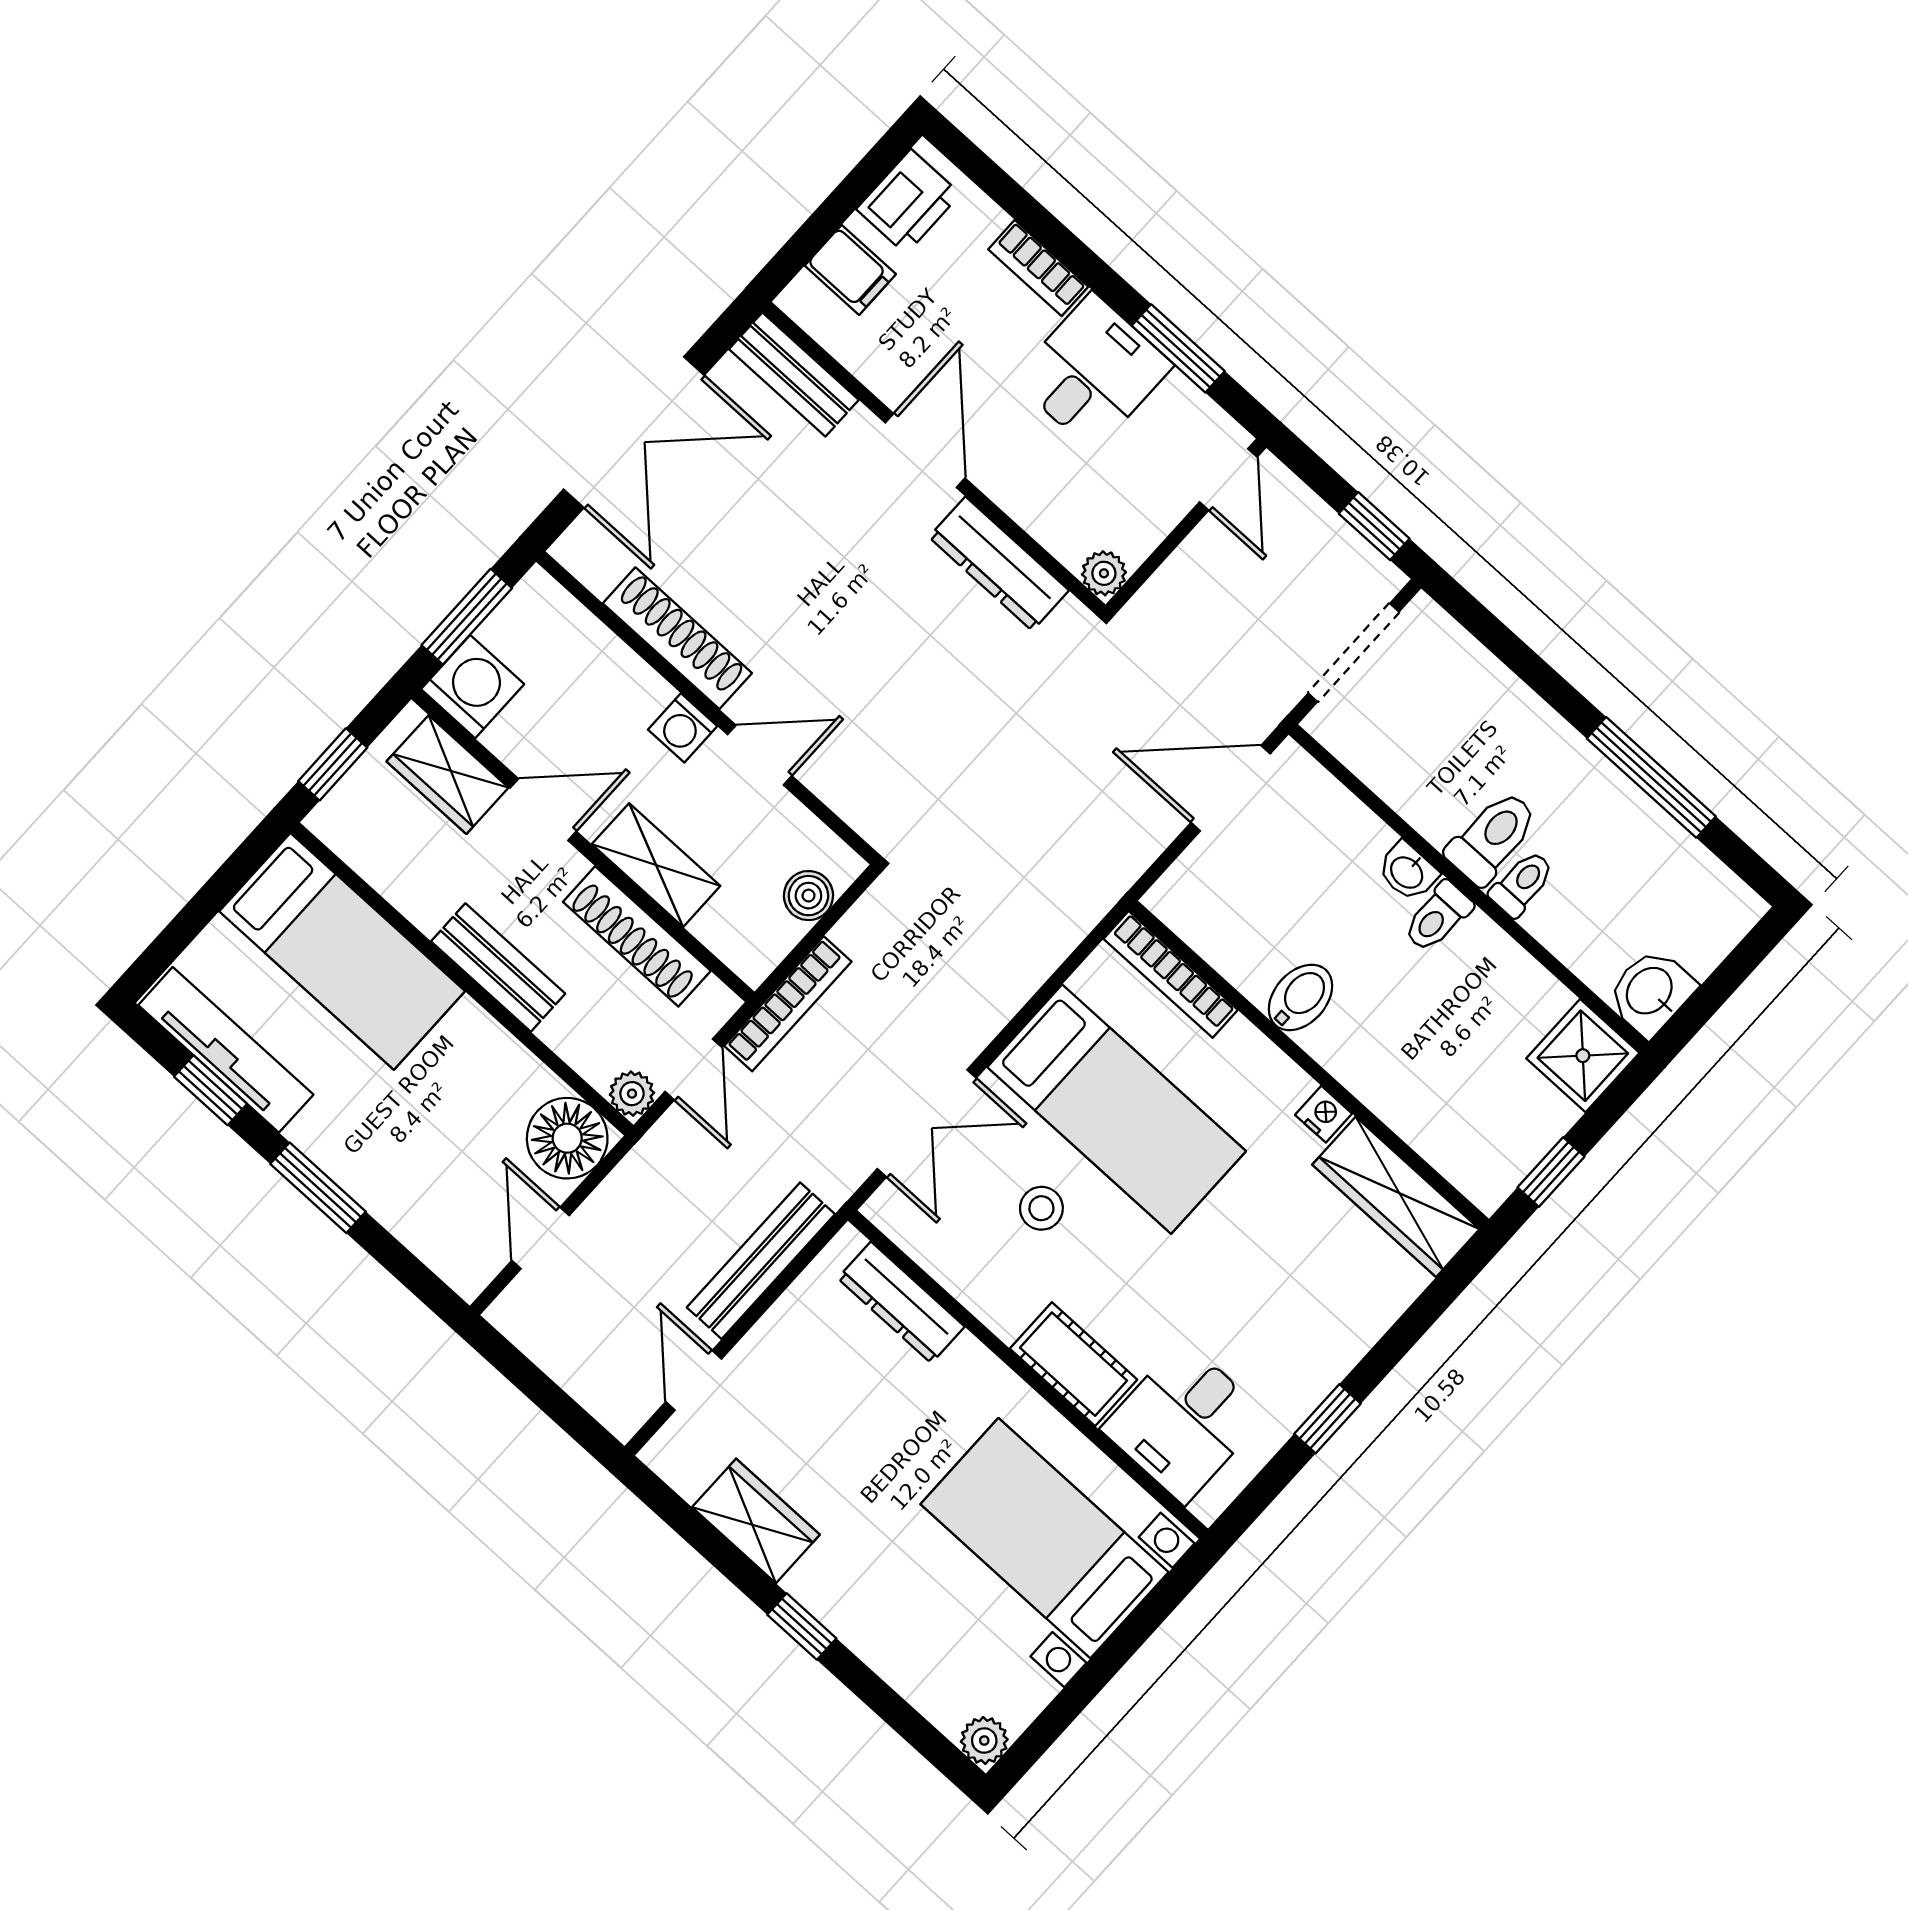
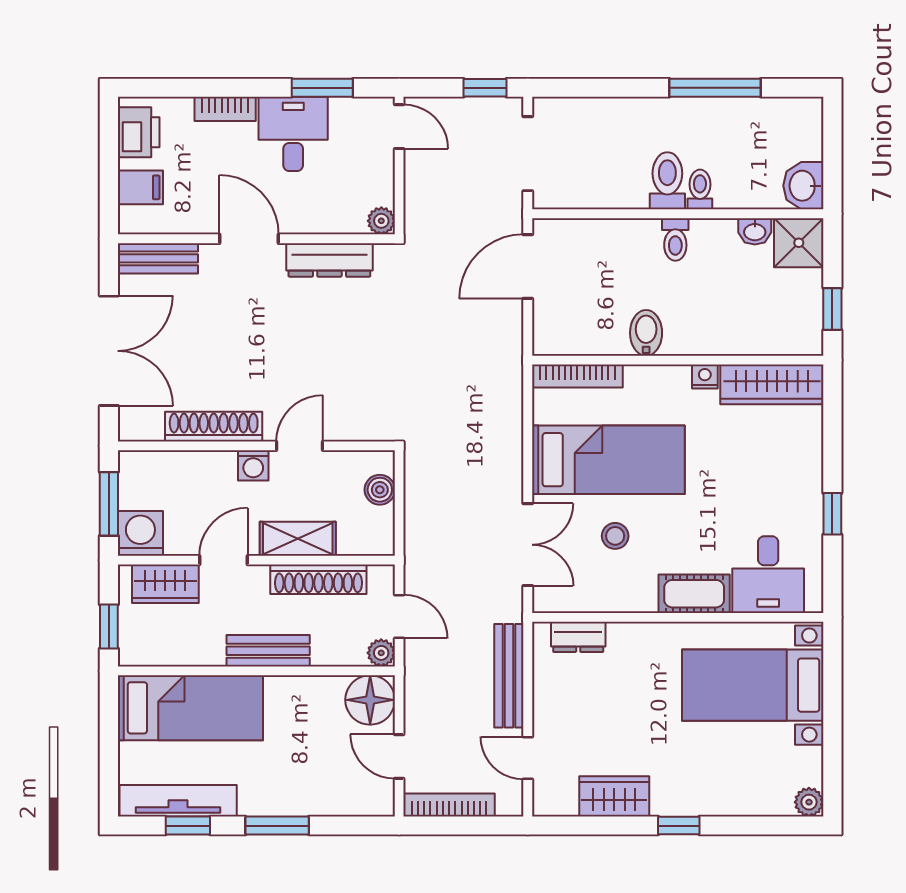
washbasin: (1407, 872) -> (755, 231), moved
bookcase: (788, 1004) -> (449, 805), moved, turned -90
dresser: (901, 1302) -> (578, 637), width x0.70

